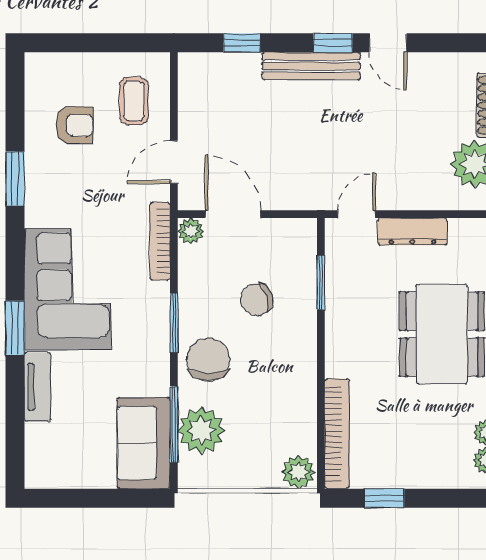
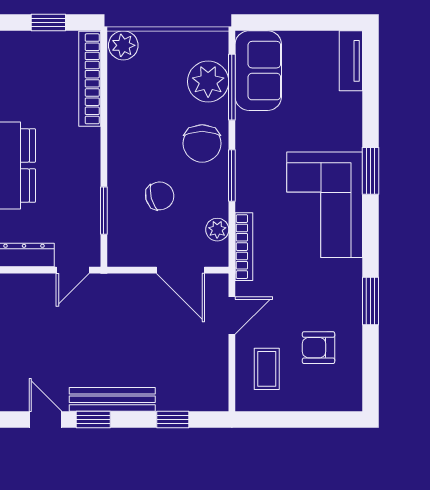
plant: (191, 231) -> (217, 230), moved
tv unit: (38, 387) -> (351, 61), moved

